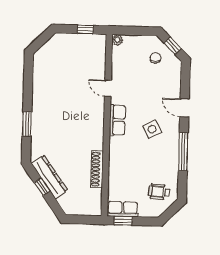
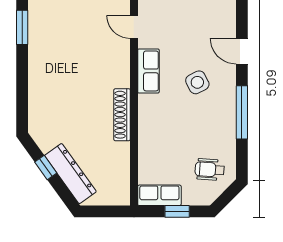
window: (27, 124) -> (22, 27), moved
shoe rack: (97, 169) -> (122, 115), moved
dresser: (49, 177) -> (70, 174), moved
window: (123, 221) -> (177, 211), moved

